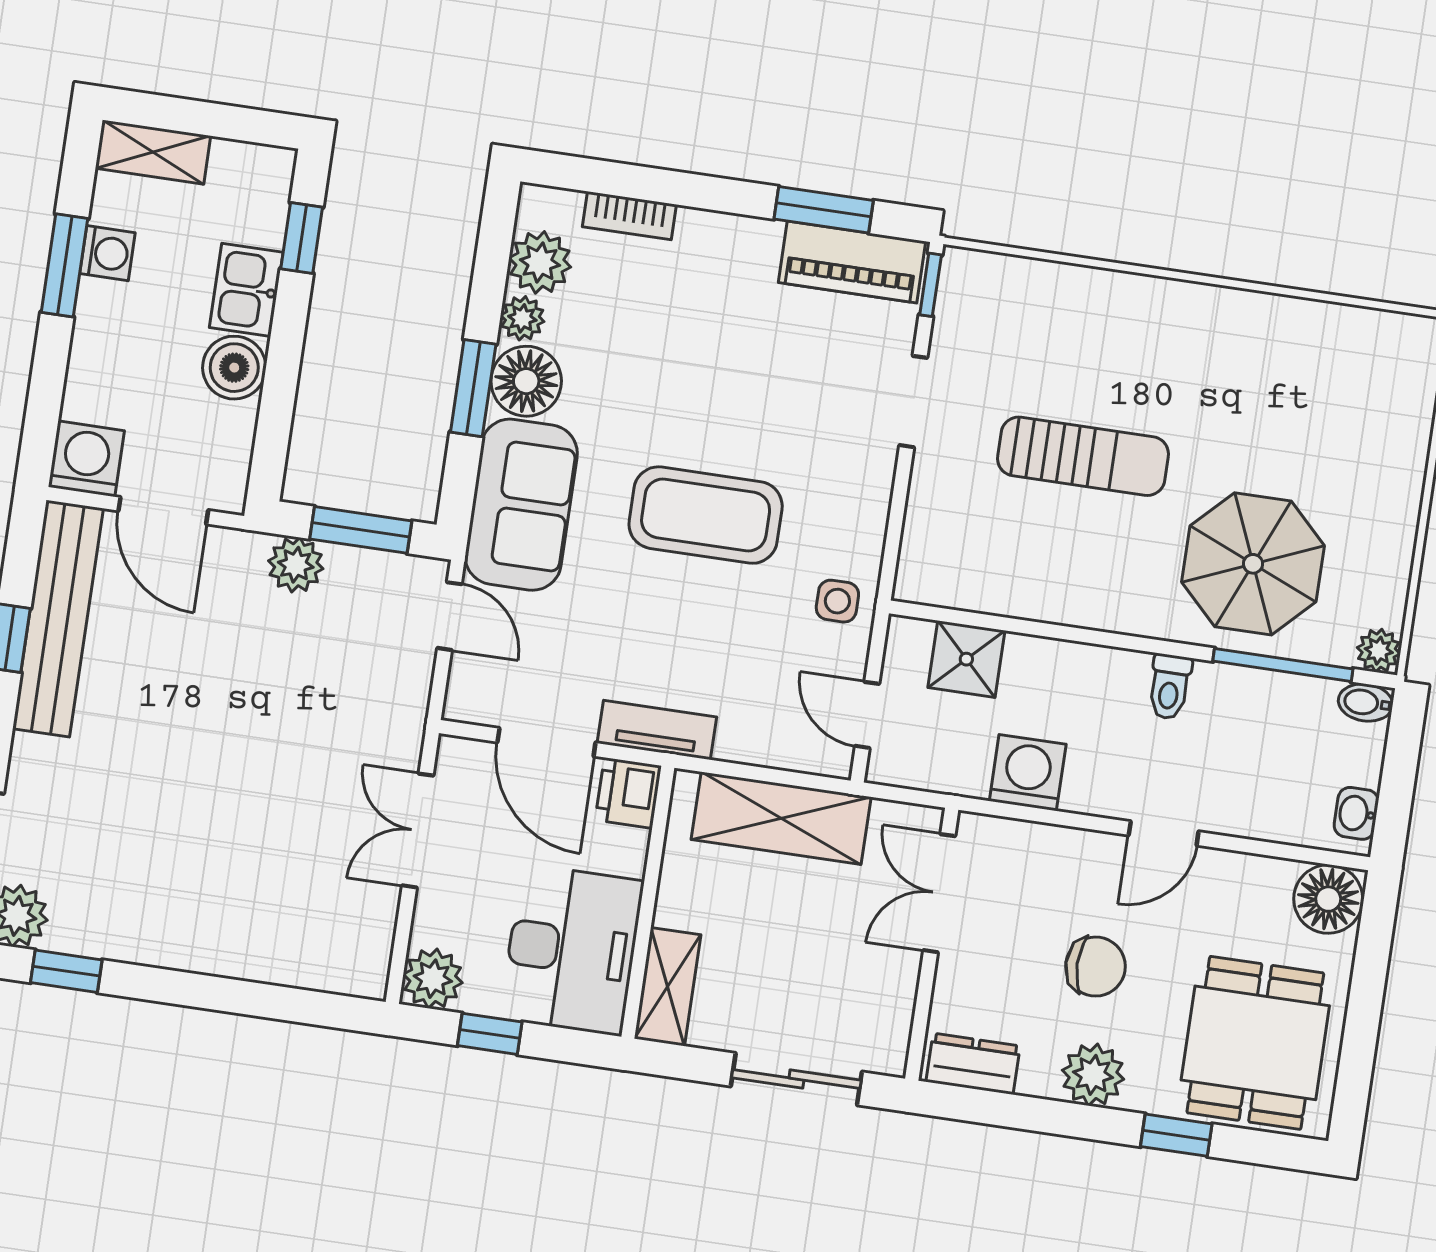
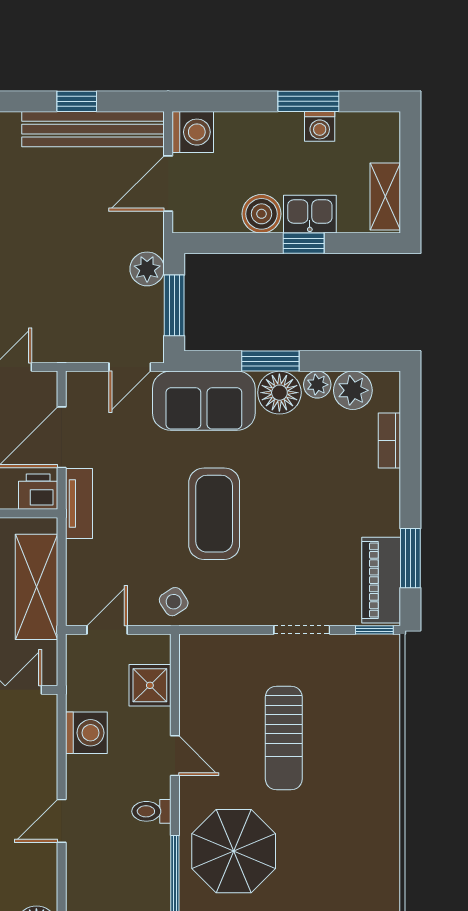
shelving: (153, 152) -> (385, 196), moved
window: (302, 238) -> (304, 243), moved
side table: (837, 601) -> (174, 602), turned -33
door: (1085, 636) -> (175, 756), added
door: (1164, 833) -> (62, 821), hinge flipped

